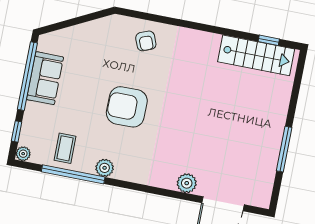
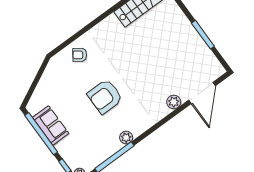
armchair: (146, 41) -> (80, 55), turned 147
coffee table: (65, 148) -> (97, 149), removed

